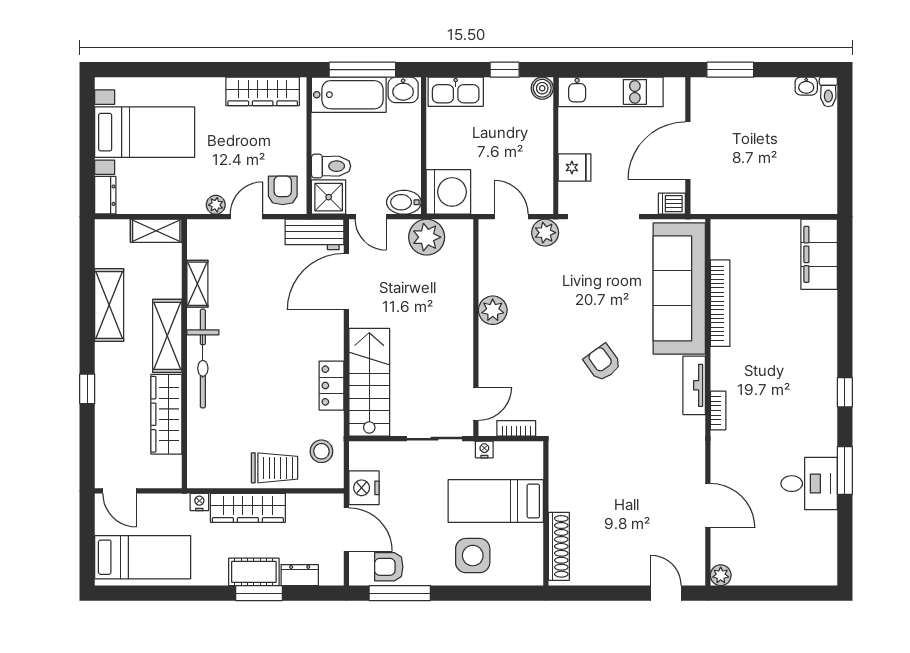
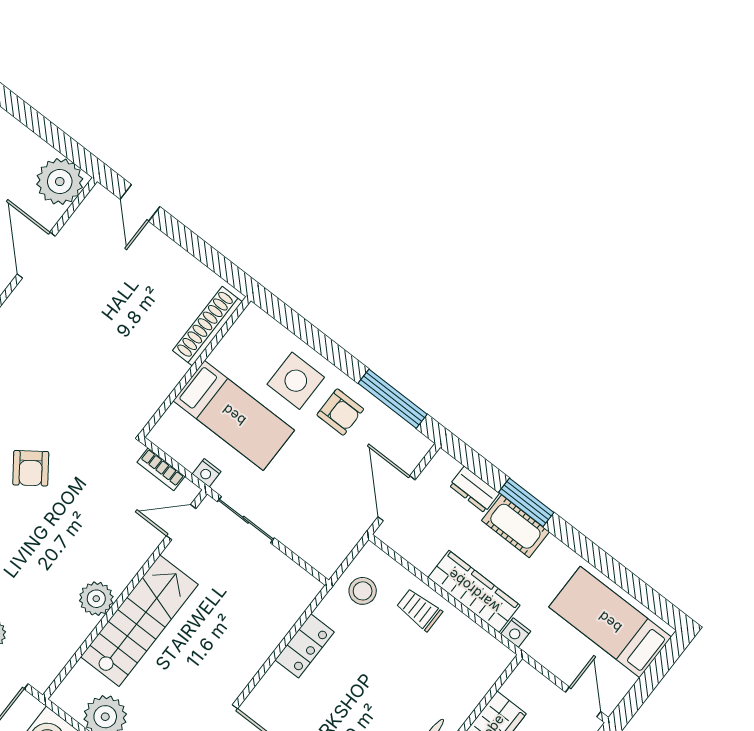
stairs: (369, 382) -> (139, 621), moved, turned 180
trolley: (275, 468) -> (419, 610), width x0.73, depth x0.72
nightstand: (364, 488) -> (349, 525), removed
armchair: (389, 567) -> (340, 412), moved
plant: (721, 575) -> (60, 182), width x1.88, depth x1.88

